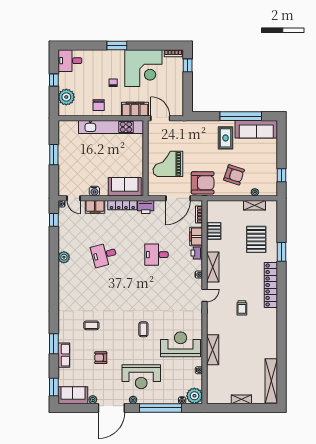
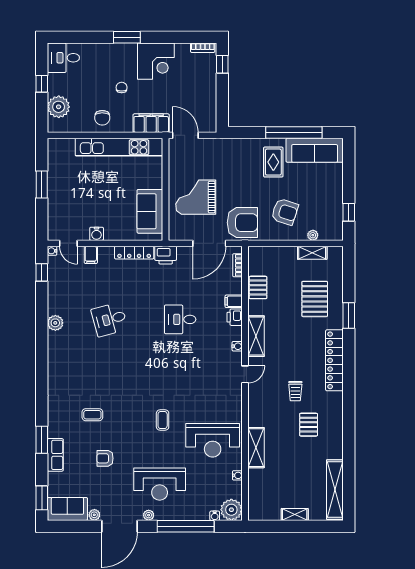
corner desk: (143, 68) -> (156, 61), width x0.74, depth x0.74
sofa: (125, 187) -> (150, 211), moved, turned -90
filing cabinet: (95, 207) -> (91, 255), width x0.50
filing cabinet: (196, 237) -> (234, 301), width x0.50
pallet: (252, 333) -> (309, 425), added
reception desk: (181, 344) -> (213, 440), turned 180

